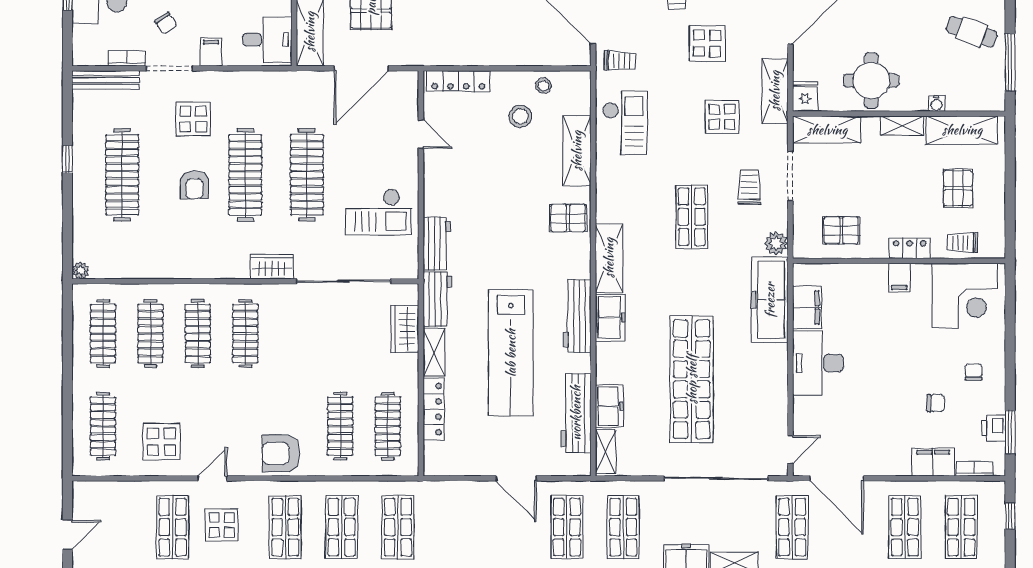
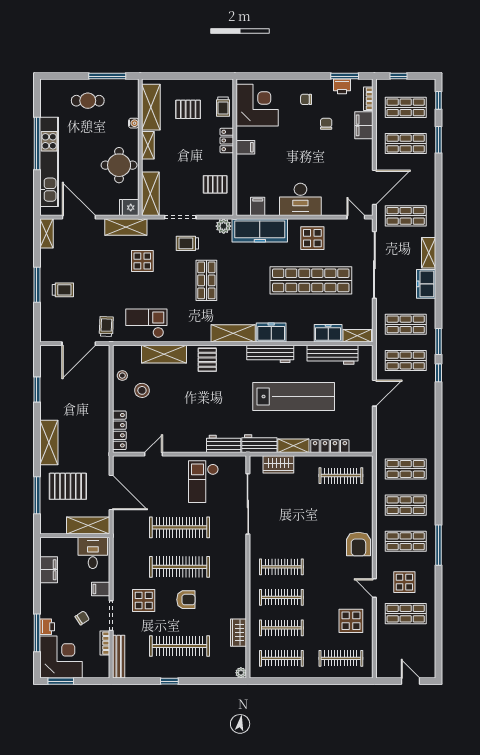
cafe table: (972, 32) -> (88, 101), turned 70
display table: (707, 43) -> (312, 238), moved
checkout: (378, 212) -> (203, 482), turned 180
shop shelf: (692, 217) -> (206, 280), turned 90
pallet: (841, 230) -> (215, 184), turned 90
wardrobe: (272, 267) -> (238, 633), moved
filing cabinet: (807, 307) -> (258, 206), width x0.50
clothes rail: (340, 426) -> (341, 506), removed

